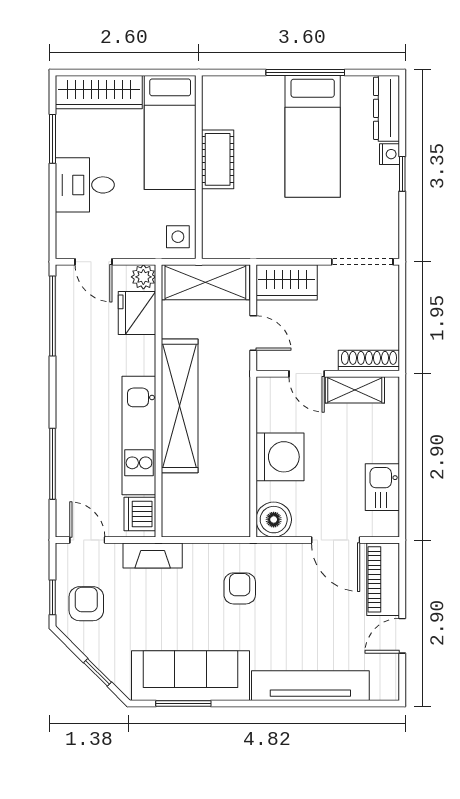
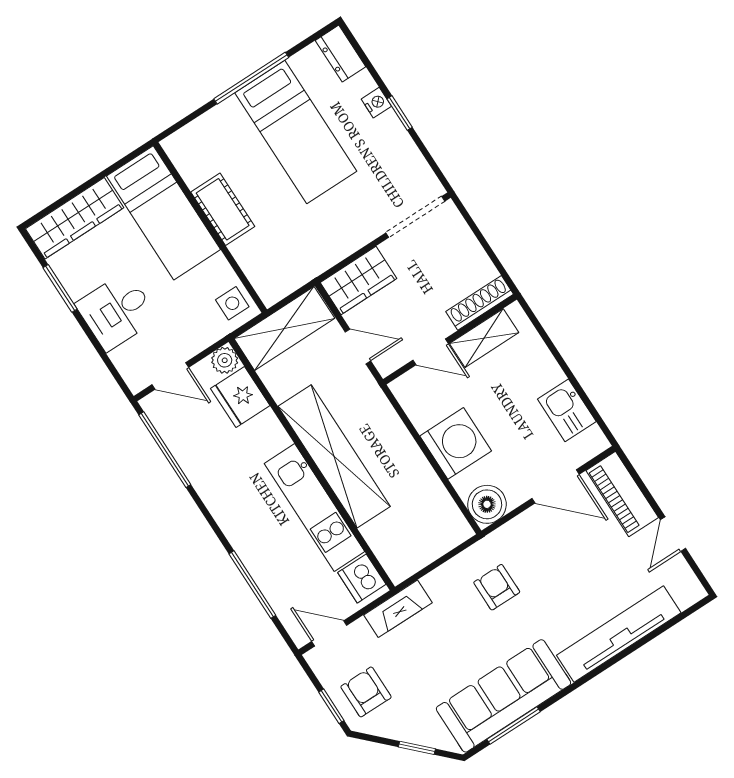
dresser: (387, 108) -> (341, 54), width x0.70

